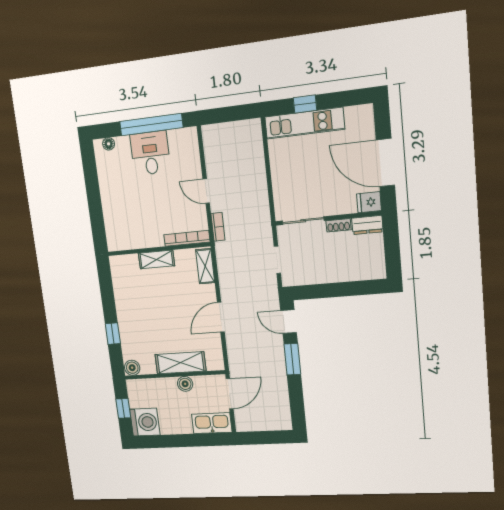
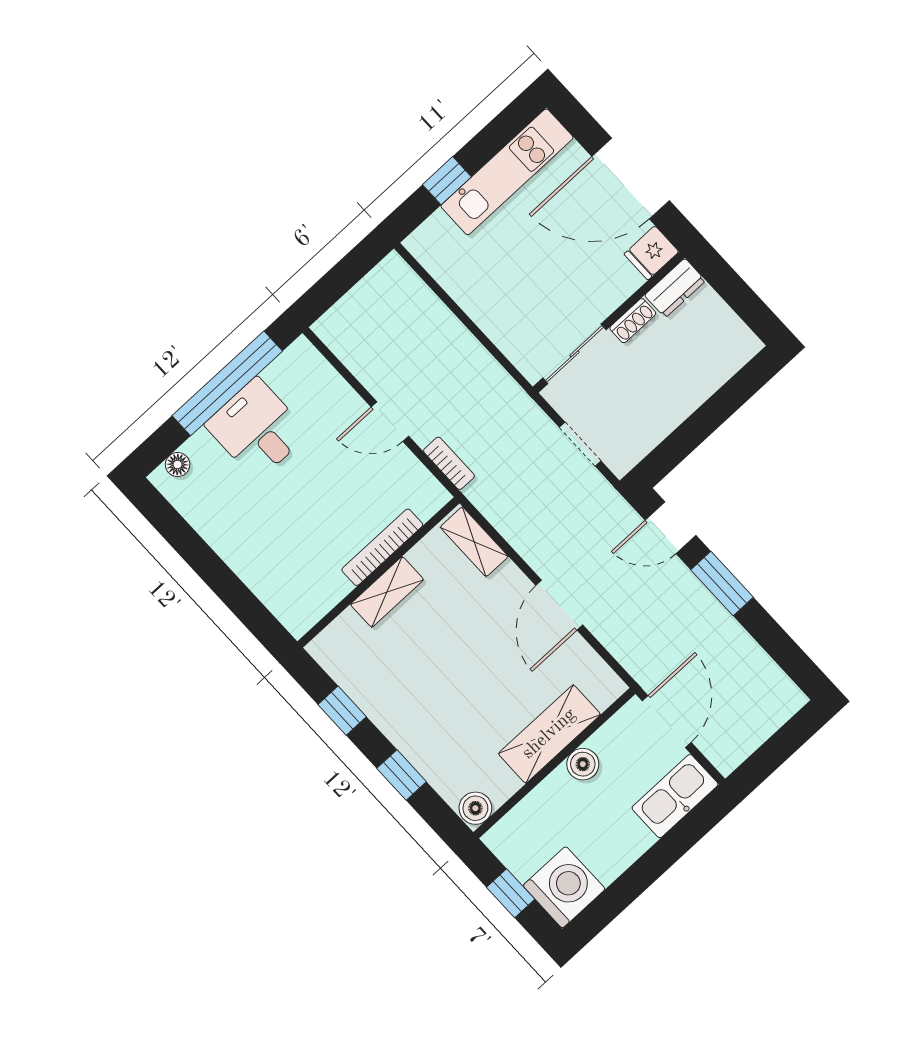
kitchen unit: (305, 123) -> (507, 172), moved
bookcase: (187, 238) -> (382, 547), moved
window: (107, 292) -> (342, 711), added

